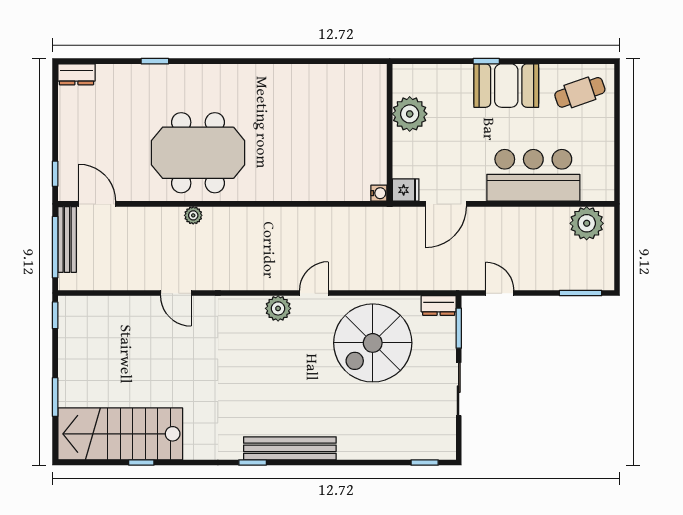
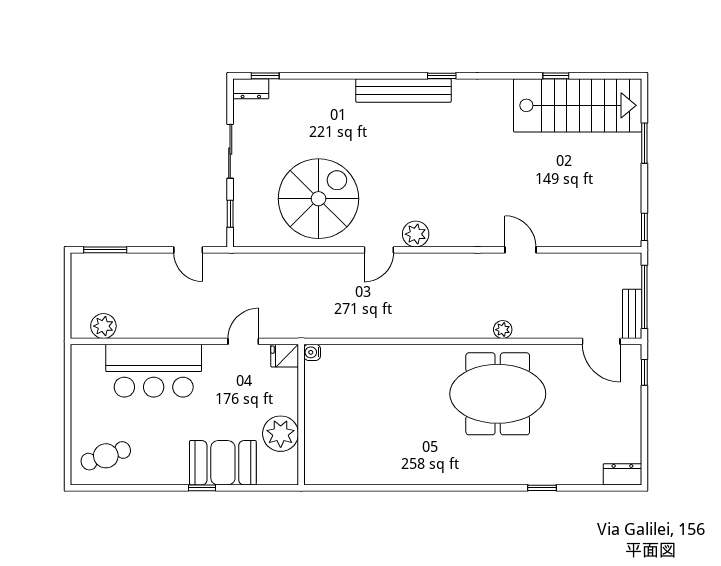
booth: (506, 86) -> (223, 463), moved
door: (446, 204) -> (243, 341), width x0.73
plant: (587, 223) -> (103, 326), width x0.73, depth x0.73
bench: (67, 239) -> (632, 314), width x0.73
dresser: (439, 306) -> (251, 89), moved, turned 180
window: (459, 328) -> (230, 214), width x0.67

